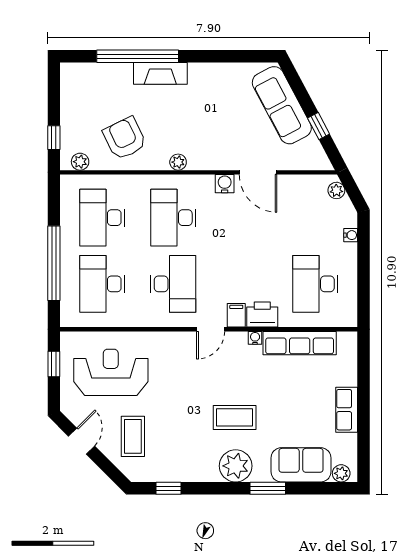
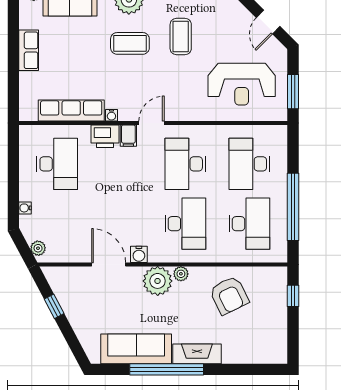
window: (138, 56) -> (167, 369), moved
sofa: (282, 105) -> (136, 349), moved, turned -62
plant: (80, 162) -> (158, 281), moved, width x1.88, depth x1.88
window: (54, 263) -> (293, 207), moved
desk: (102, 284) -> (249, 164), turned 180
window: (54, 364) -> (293, 92), width x1.50
coffee table: (133, 436) -> (181, 37), moved

